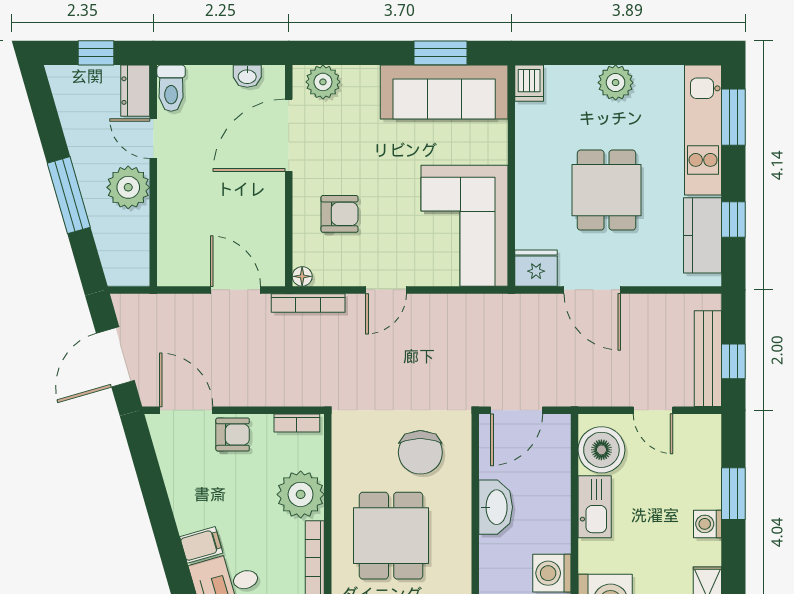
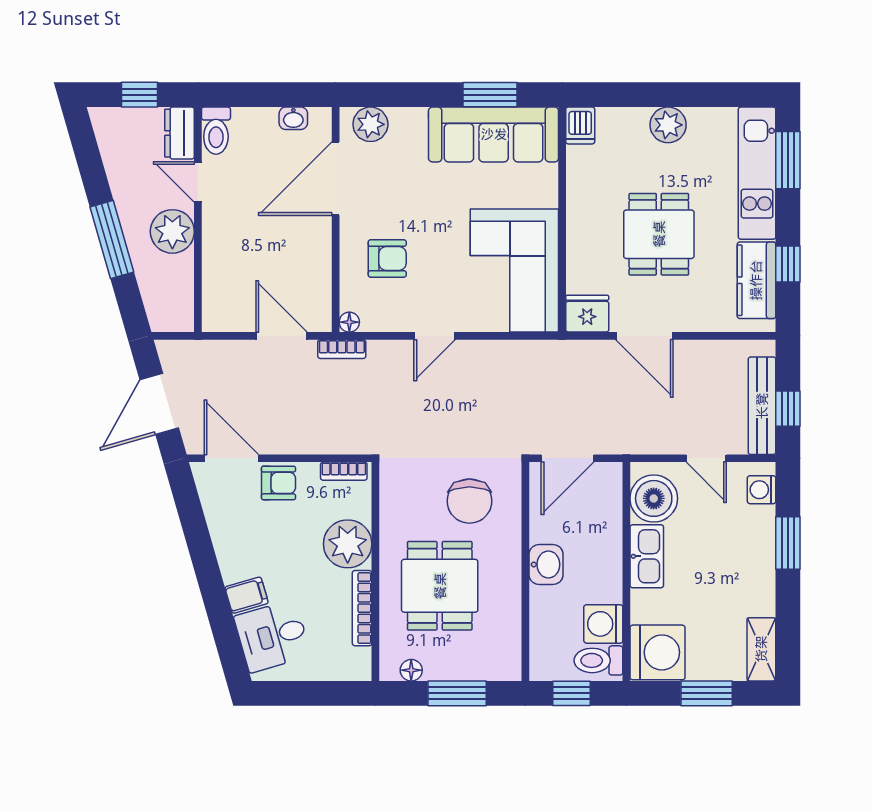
bookcase: (308, 303) -> (342, 349), width x0.64
washbasin: (496, 507) -> (546, 565), width x0.72
washing machine: (708, 524) -> (762, 490), moved

